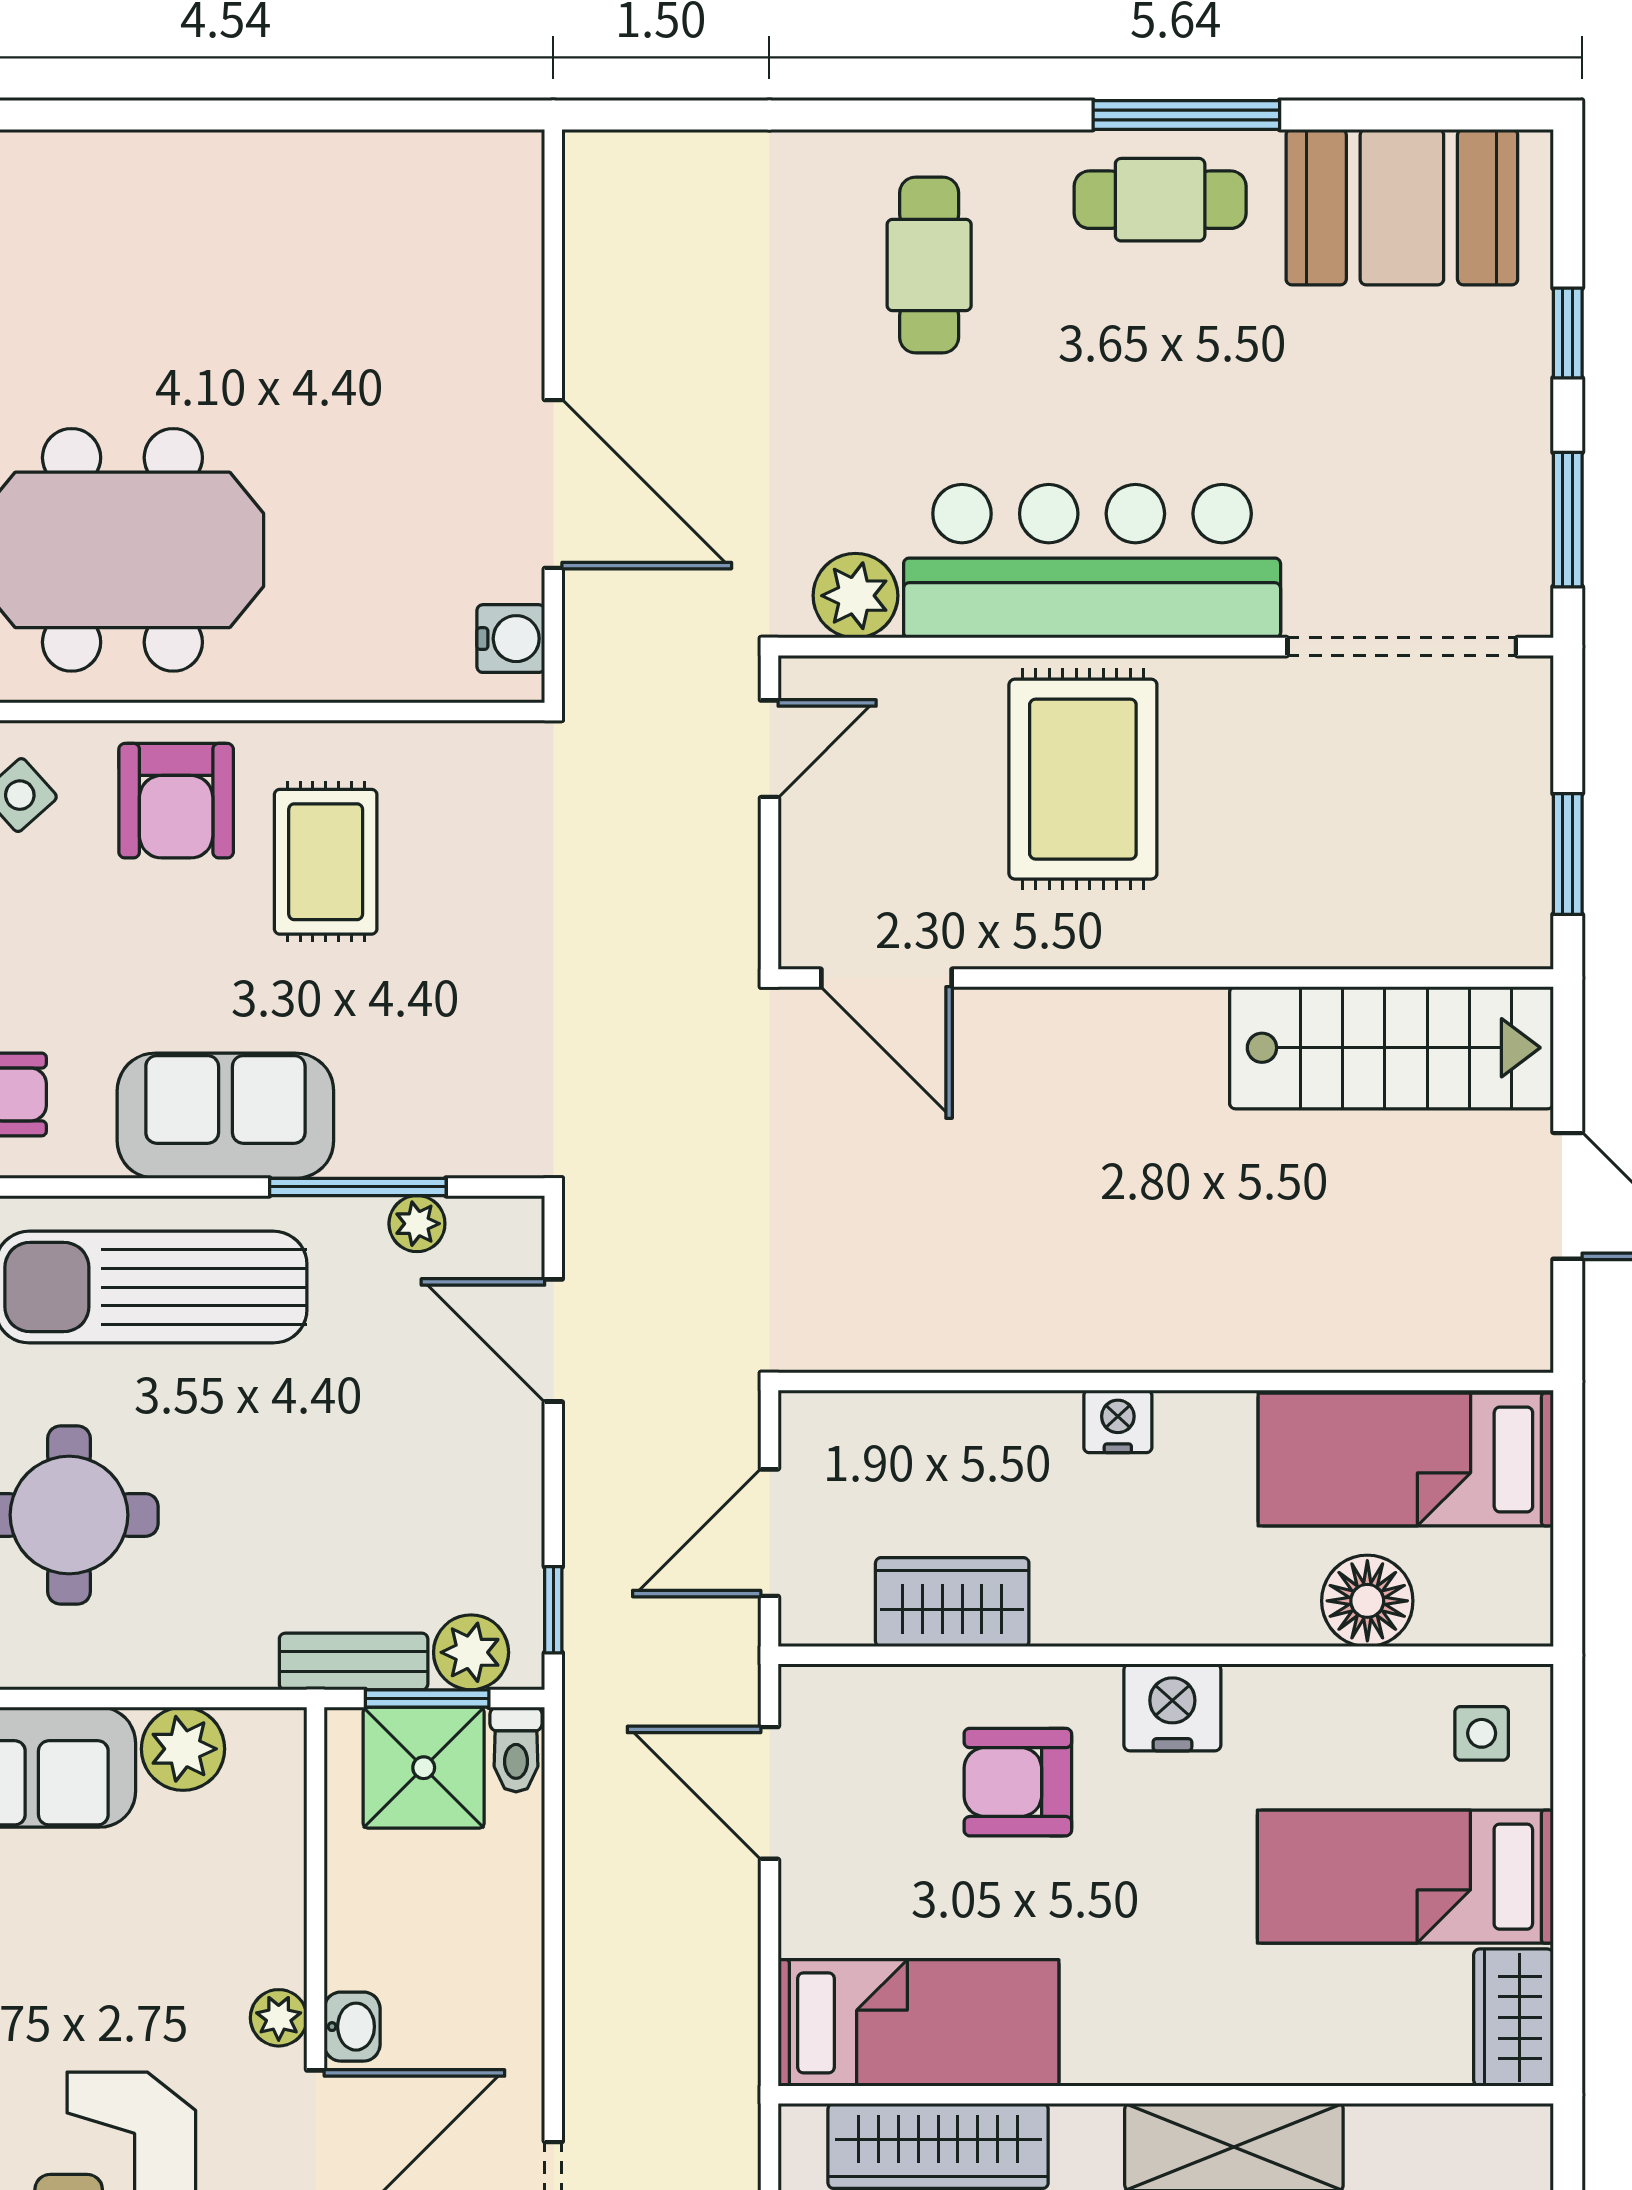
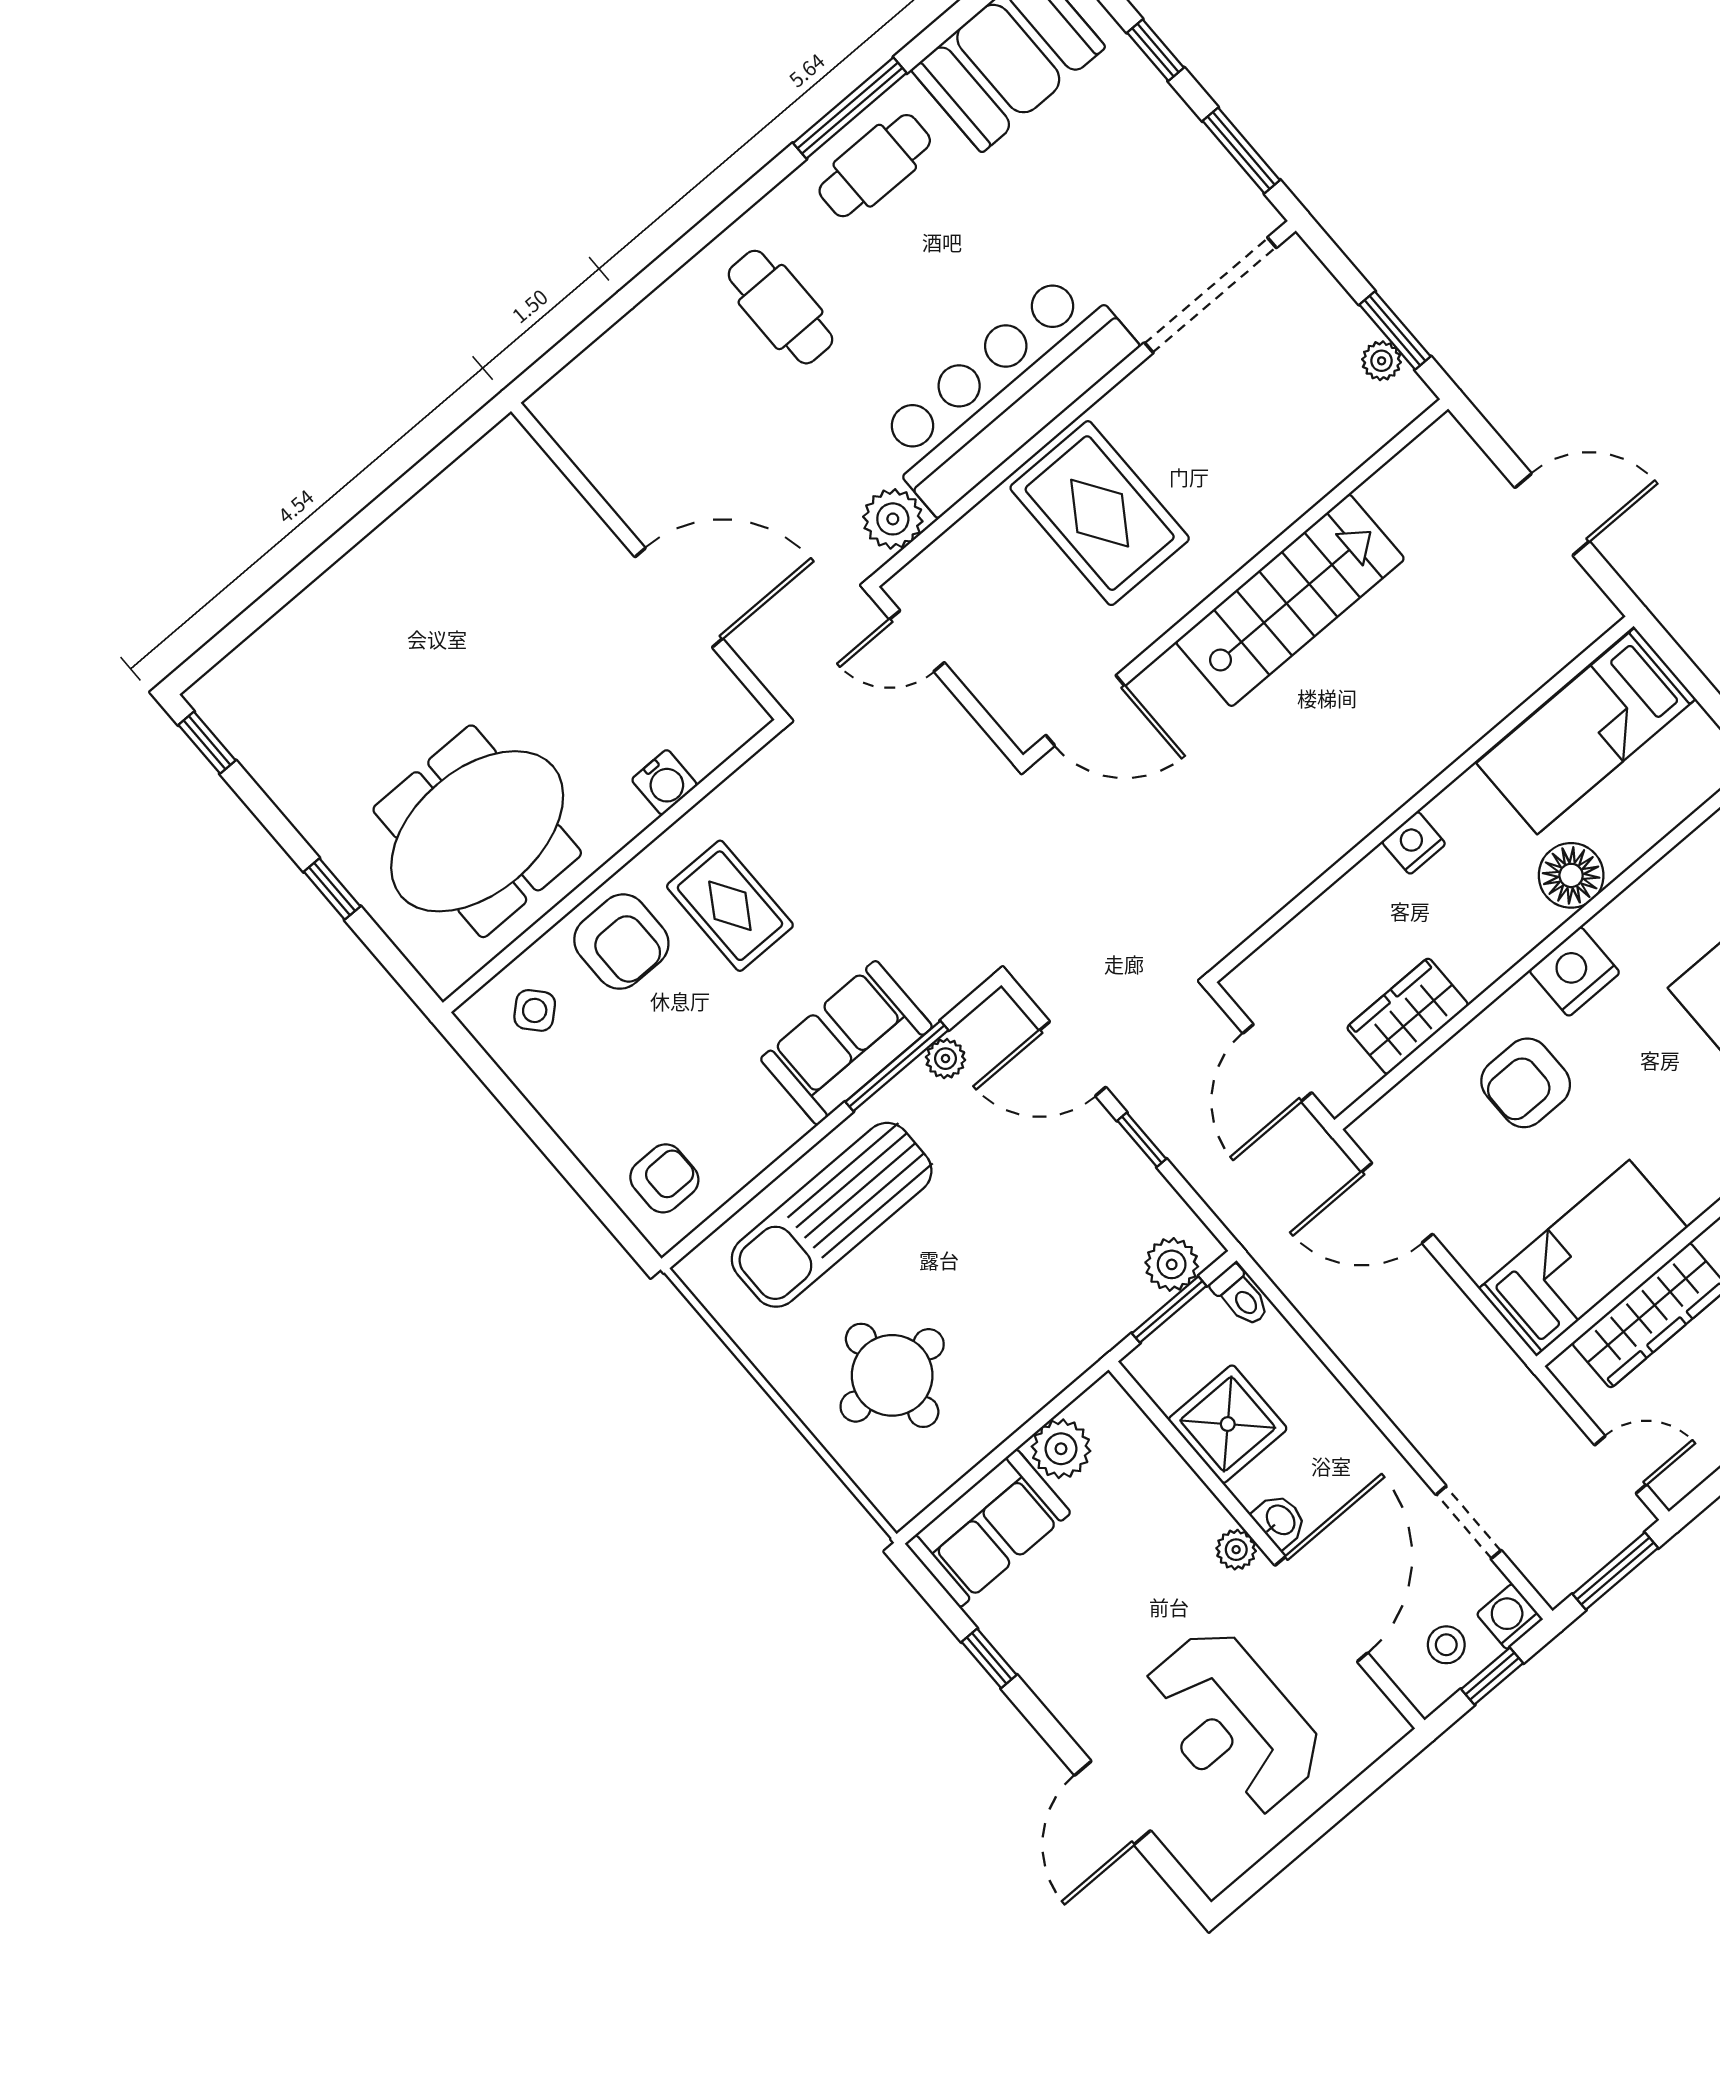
water cooler: (511, 639) -> (664, 782), moved, turned 90
door: (769, 749) -> (917, 641), swing flipped
plant: (1526, 874) -> (1382, 361), added
stairs: (1391, 1048) -> (1290, 600), moved
sofa: (225, 1116) -> (846, 1043), moved
floor lamp: (1367, 1601) -> (1571, 875), moved
window: (553, 1610) -> (1142, 1140), moved
bench: (354, 1662) -> (1113, 1323), removed
shower: (424, 1768) -> (1228, 1424), moved

